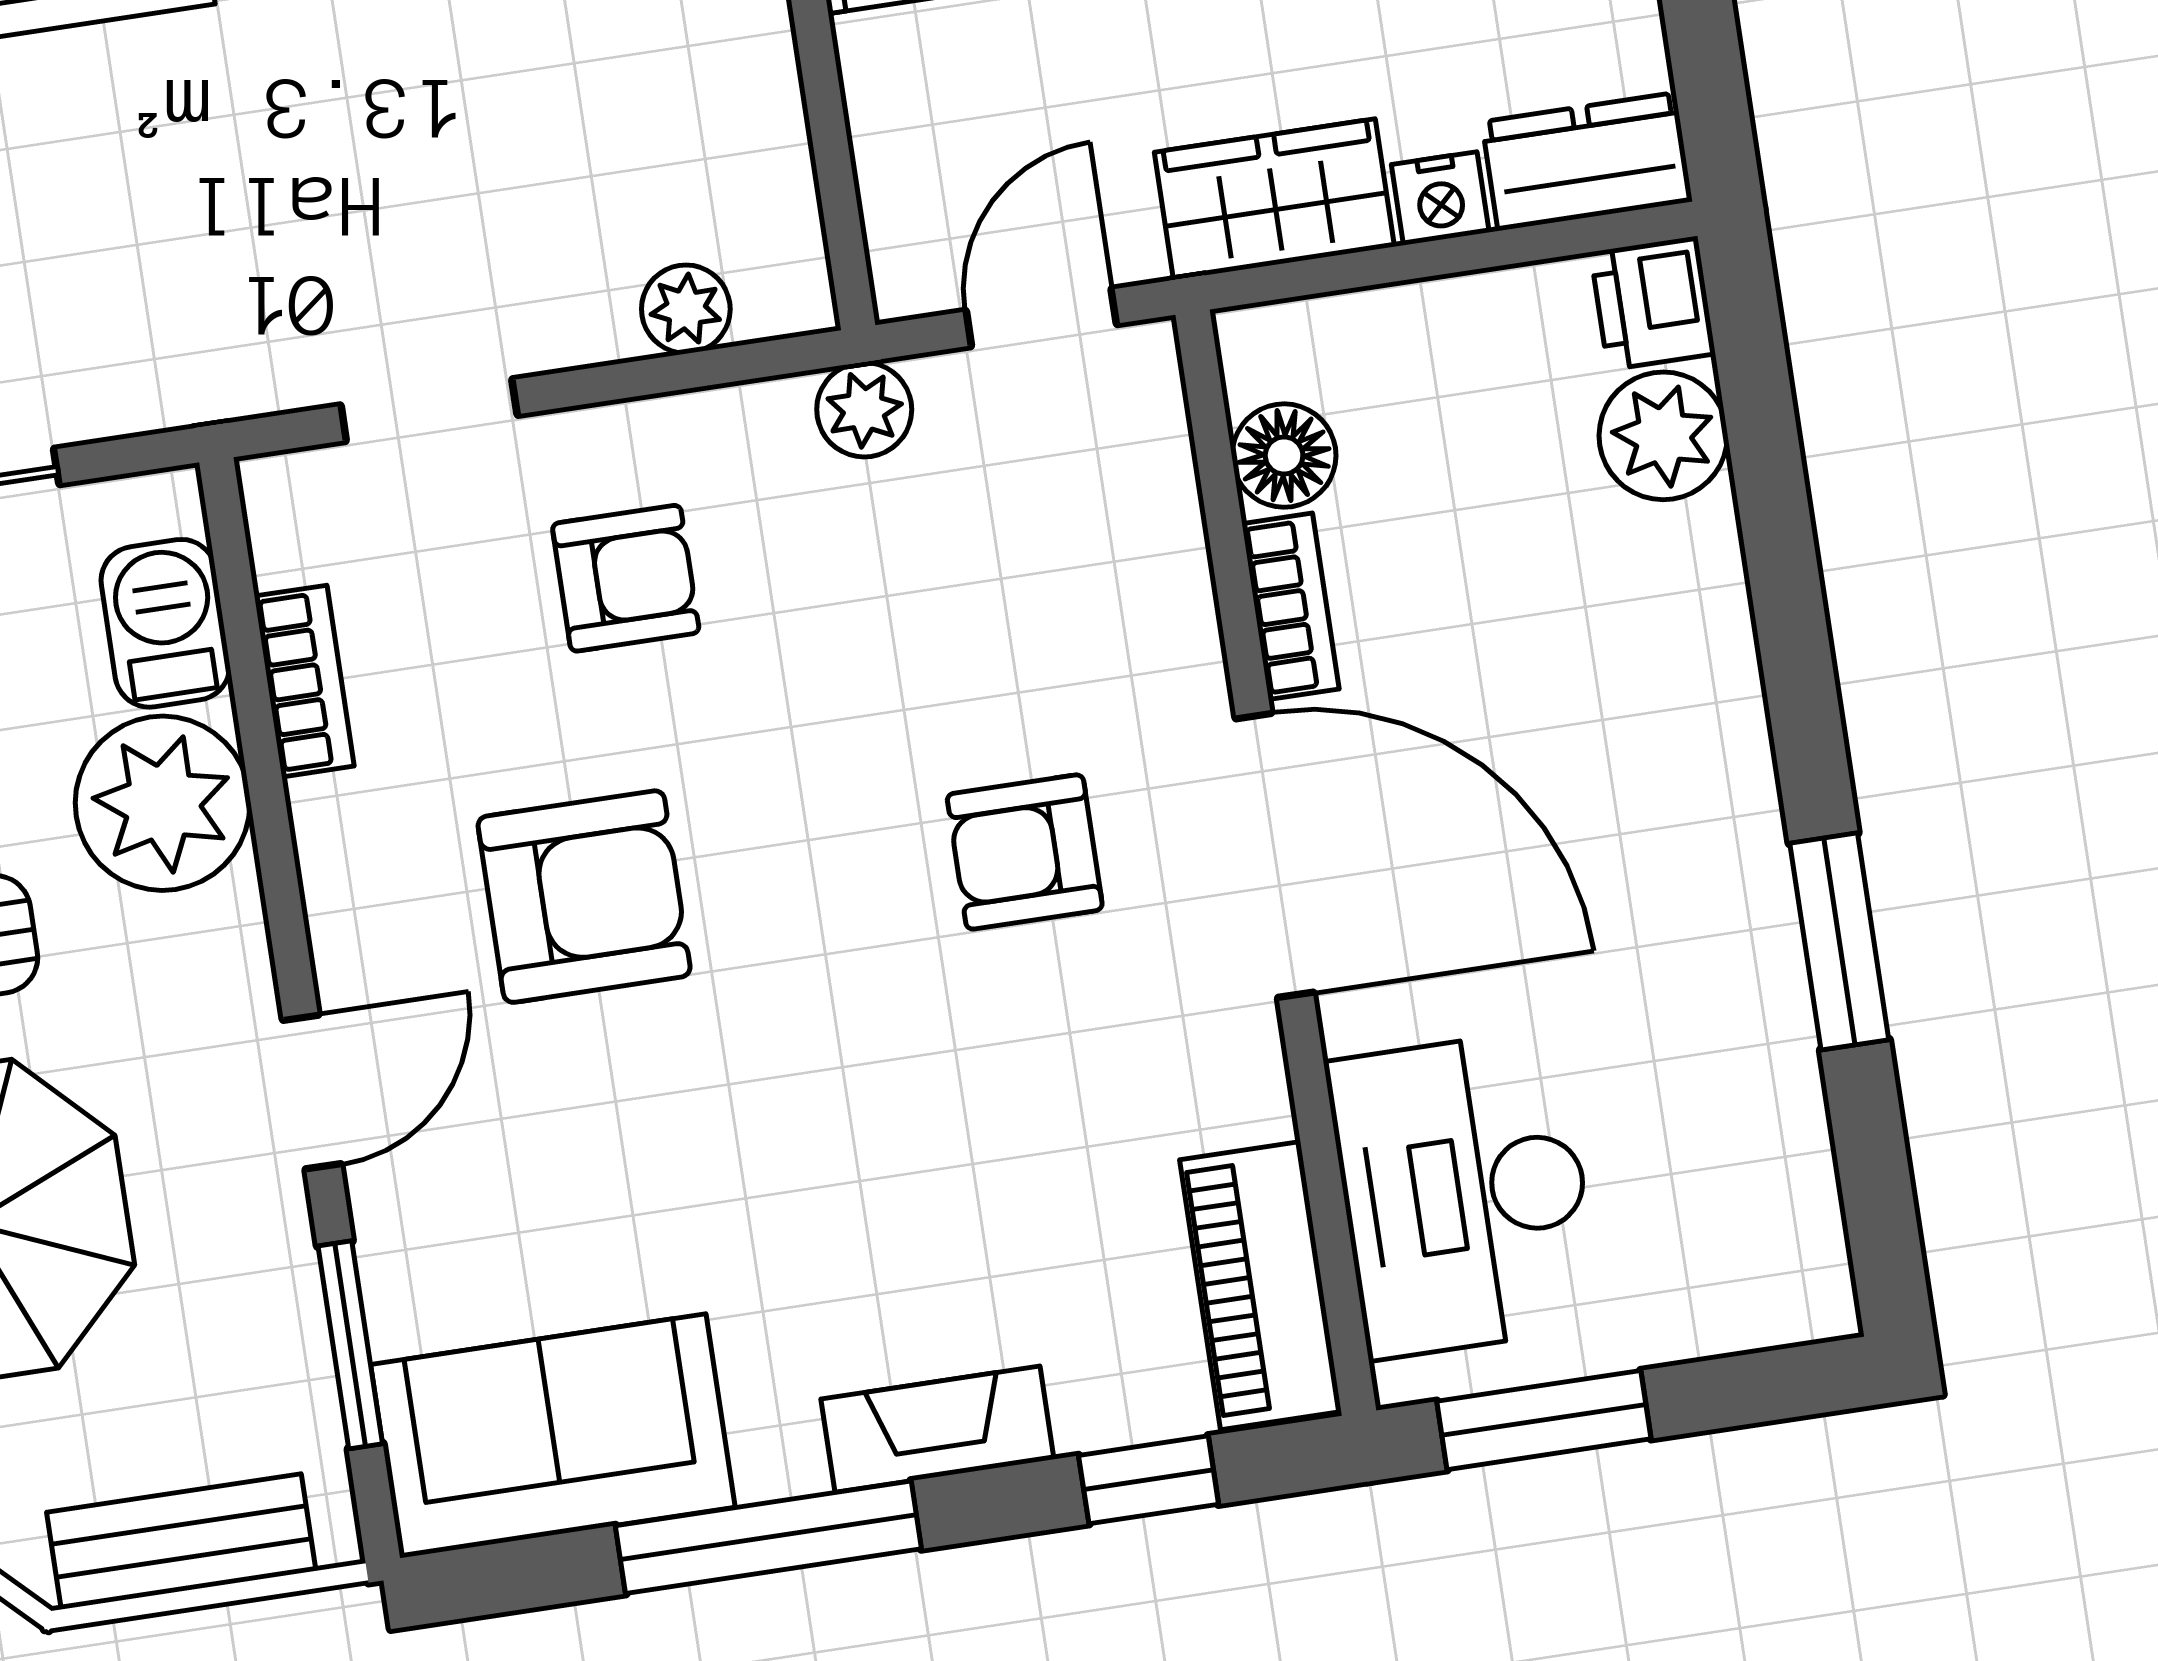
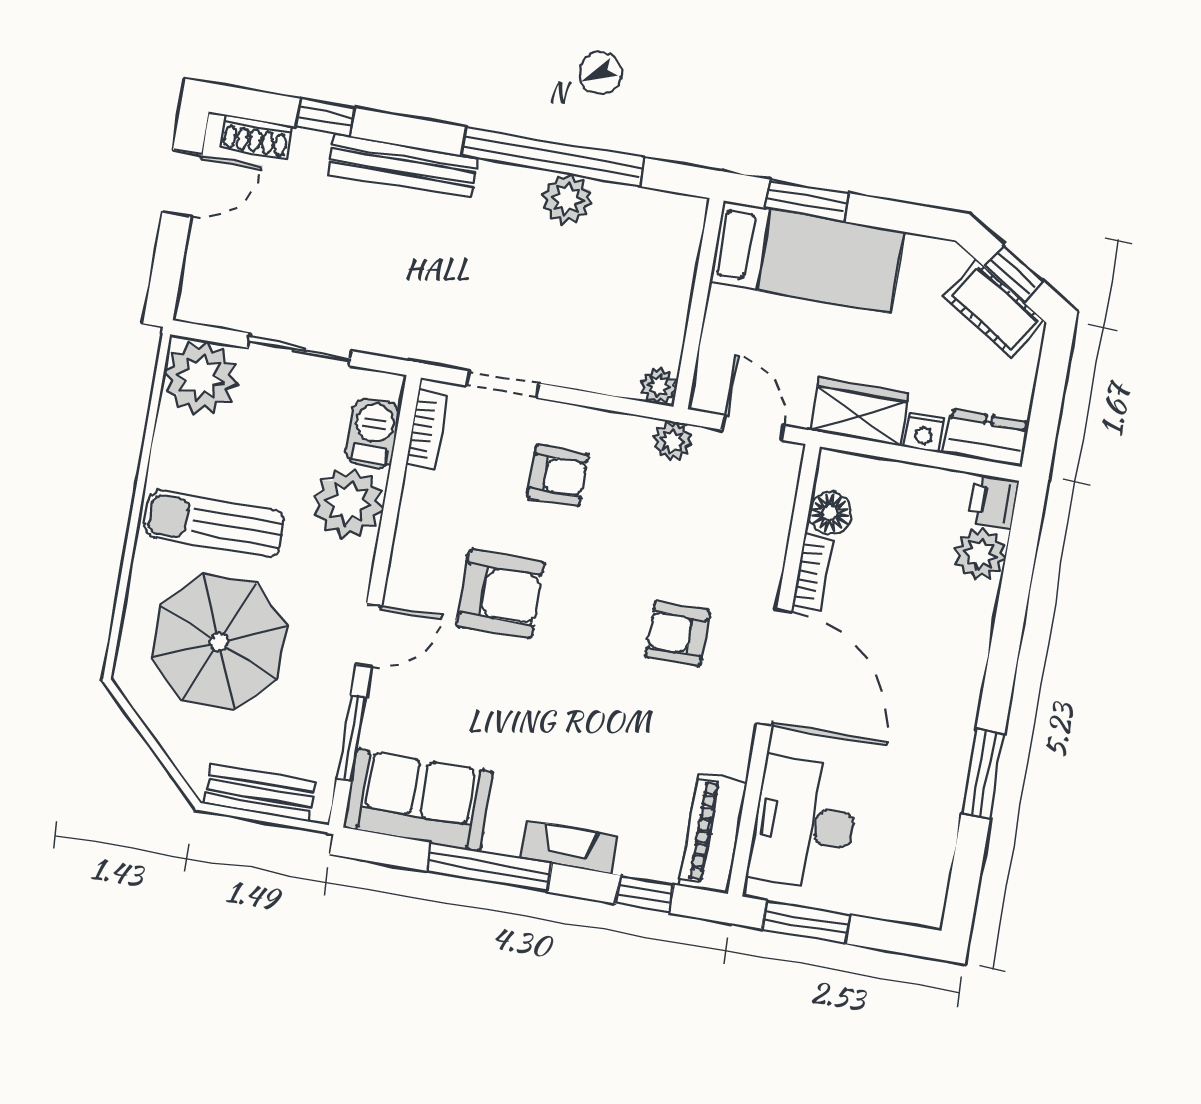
plant: (686, 309) -> (659, 386), moved
door: (1041, 318) -> (753, 428), hinge flipped
bookcase: (304, 681) -> (427, 430), moved

